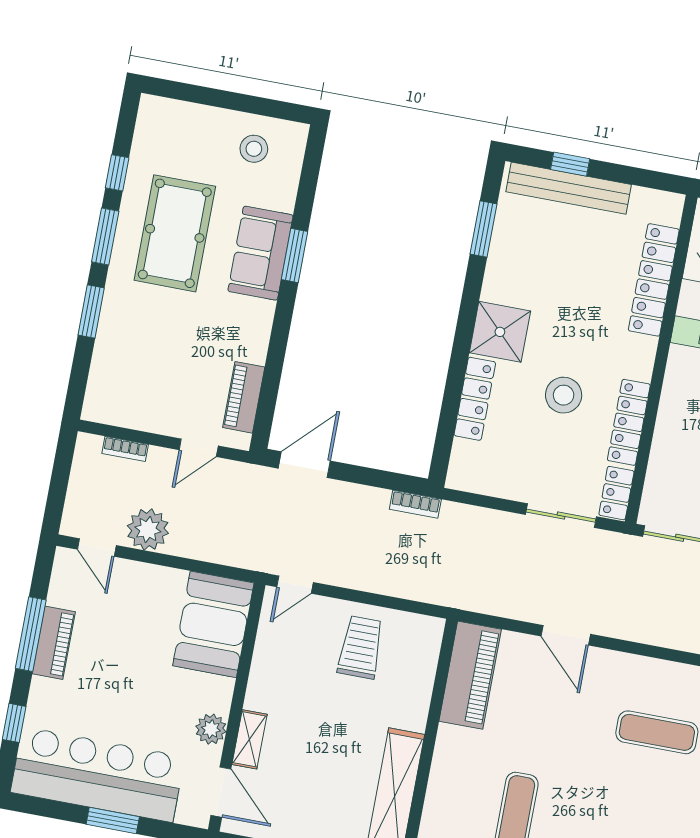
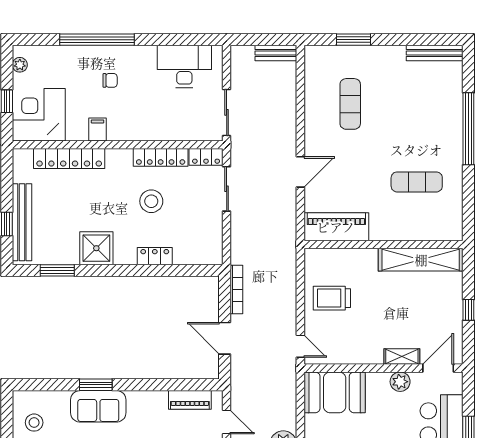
shower: (500, 332) -> (96, 248), moved
locker: (475, 399) -> (155, 256), width x0.66
door: (304, 465) -> (225, 338), moved
bookcase: (415, 504) -> (236, 289), width x1.56

